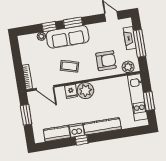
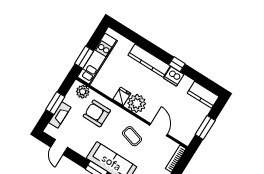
window: (140, 43) -> (55, 103), width x0.69
door: (45, 88) -> (159, 130), moved
fridge: (71, 91) -> (122, 96), moved
window: (149, 101) -> (84, 57), moved
kitchen counter: (57, 133) -> (203, 95), moved

